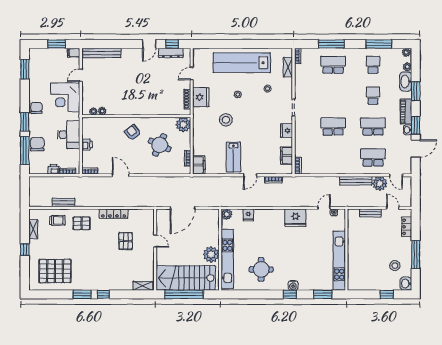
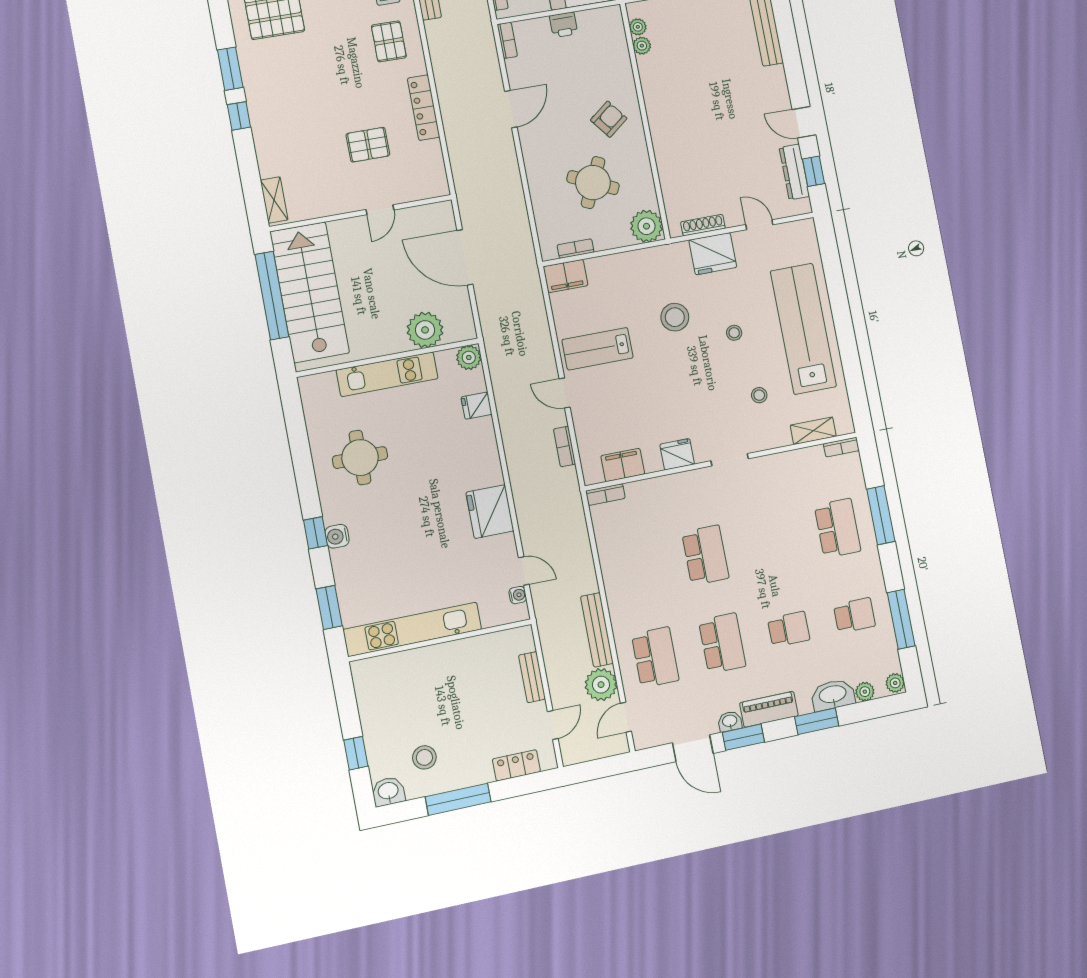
plant: (211, 254) -> (425, 330), moved
kitchen unit: (227, 259) -> (387, 374), width x0.73

